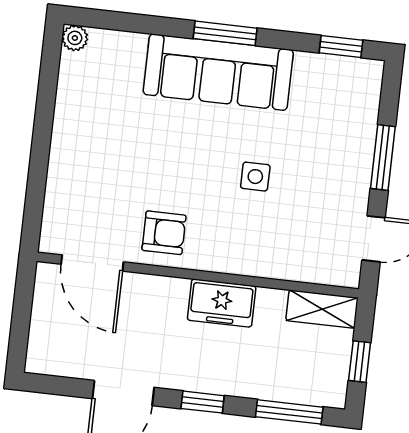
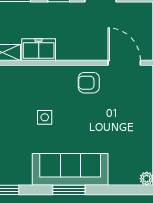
freezer: (222, 303) -> (39, 50), moved

